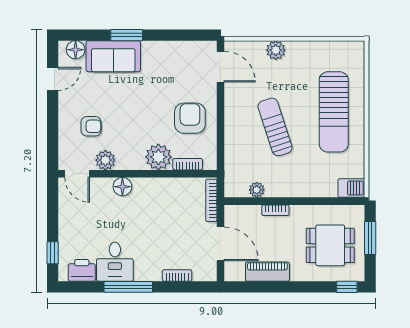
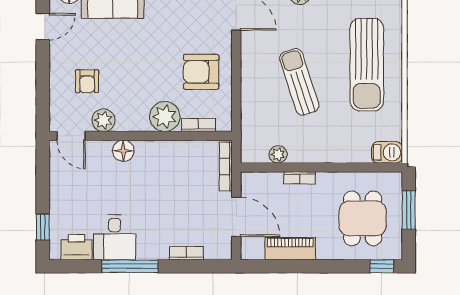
armchair: (190, 118) -> (201, 72), turned -90
armchair: (91, 126) -> (87, 81), turned 90
dining table: (330, 245) -> (363, 218), turned 90

